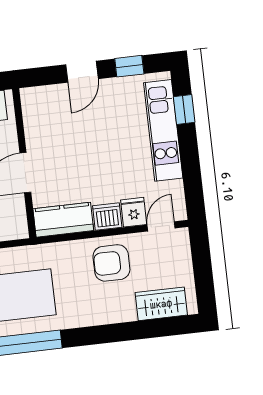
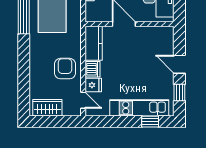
wardrobe: (161, 304) -> (47, 108), moved, turned -90

